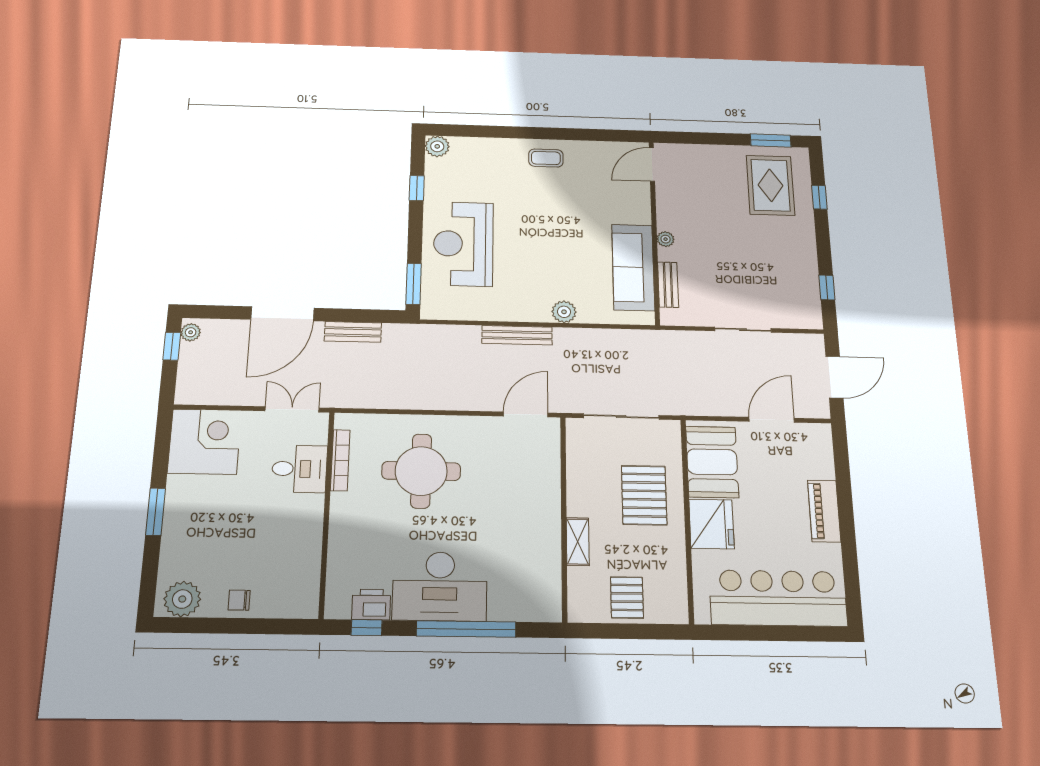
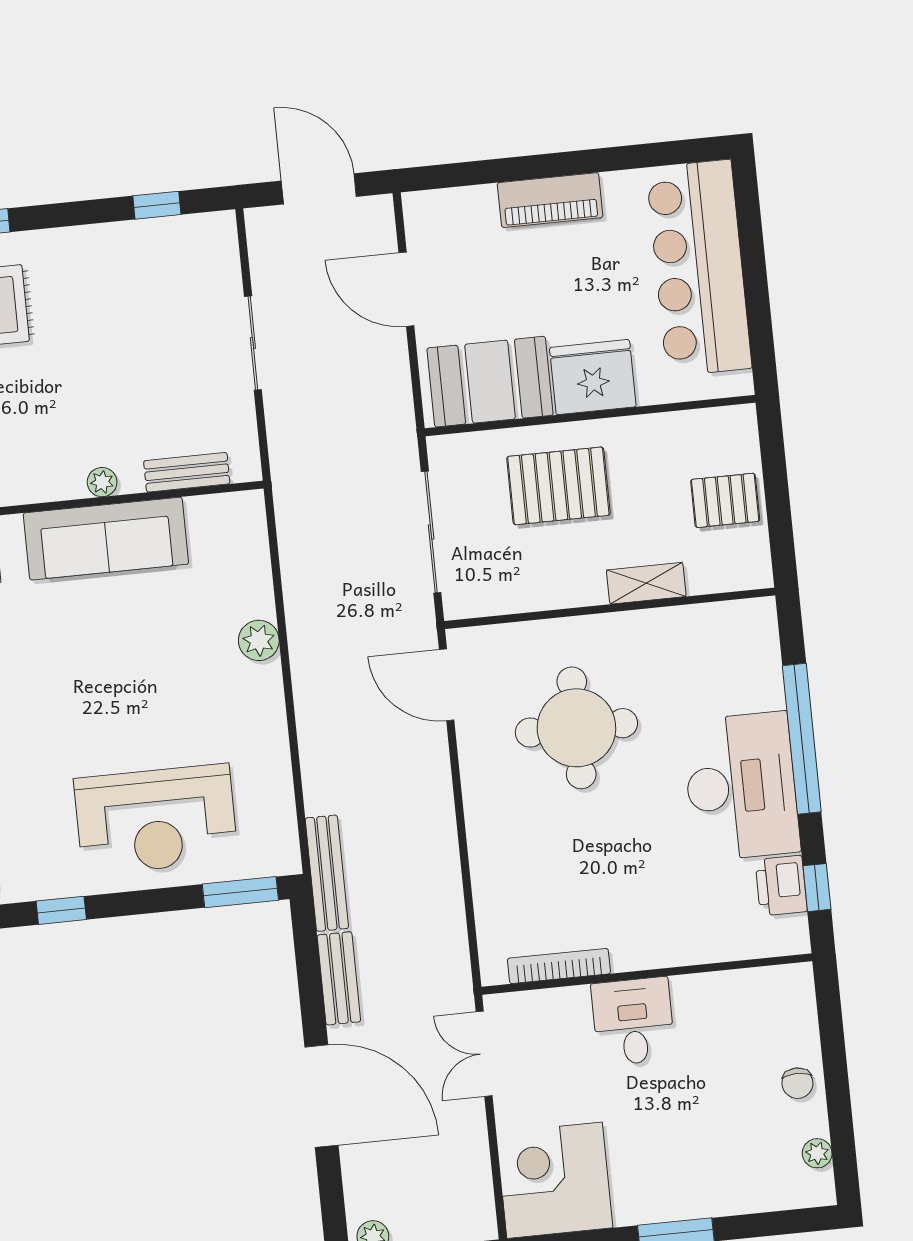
sofa: (633, 267) -> (106, 539), moved
bench: (517, 335) -> (327, 873), moved
desk: (299, 469) -> (633, 1021), moved
round table: (421, 471) -> (576, 728), moved
plant: (182, 599) -> (817, 1153), width x0.53, depth x0.53

